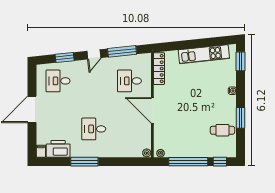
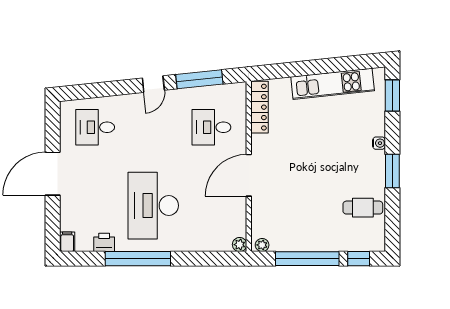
window: (65, 57) -> (106, 89), removed
door: (152, 110) -> (249, 175), hinge flipped
window: (241, 118) -> (392, 171), moved
desk: (94, 129) -> (153, 206), width x1.87, depth x1.30
printer: (58, 149) -> (104, 242), width x0.53, depth x0.68
window: (84, 162) -> (138, 259), width x1.46

